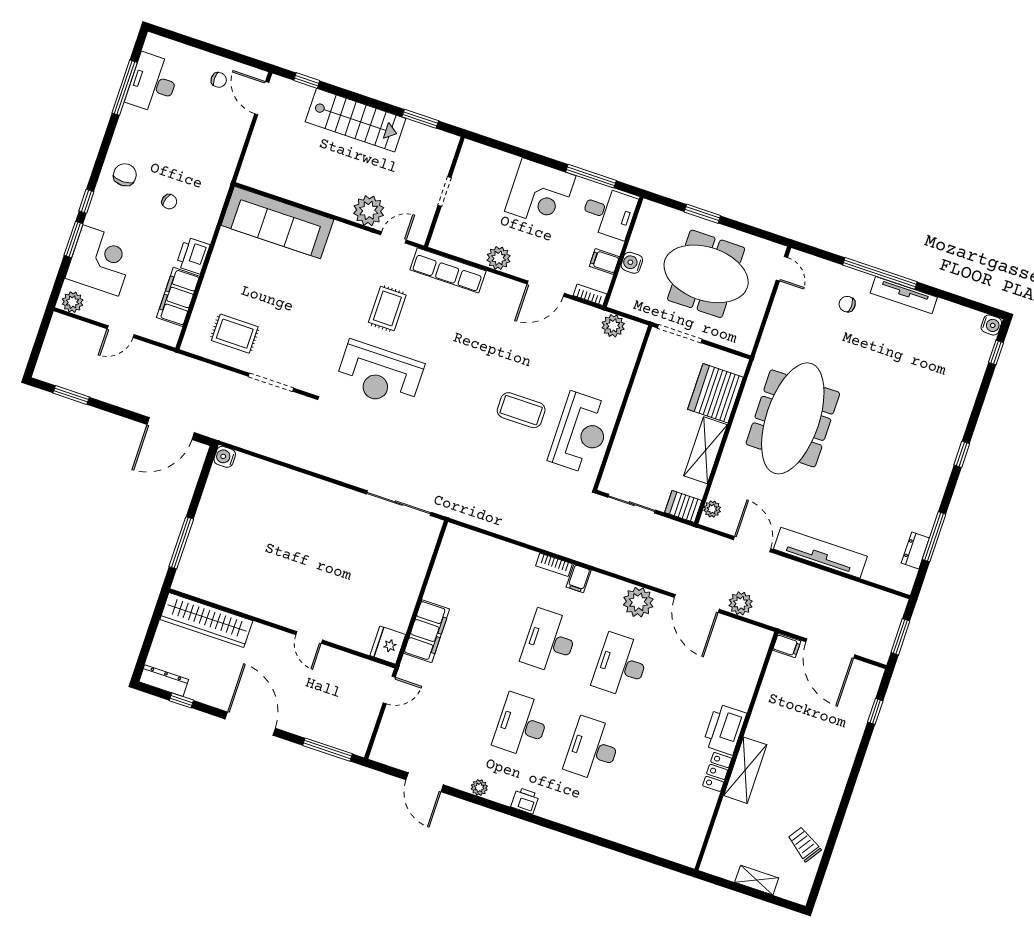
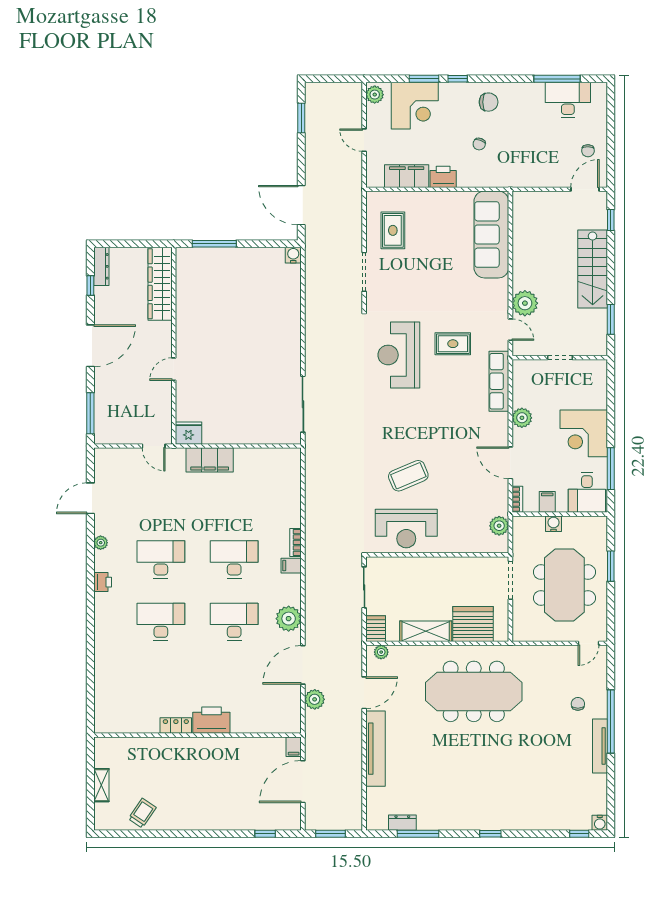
coffee table: (521, 410) -> (408, 476), turned 67
shelving: (745, 770) -> (185, 747), removed

